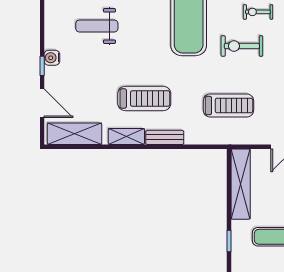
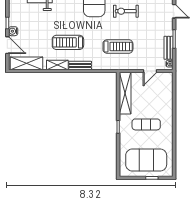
water cooler: (52, 58) -> (13, 31), moved
treadmill: (144, 99) -> (68, 42), turned 180

